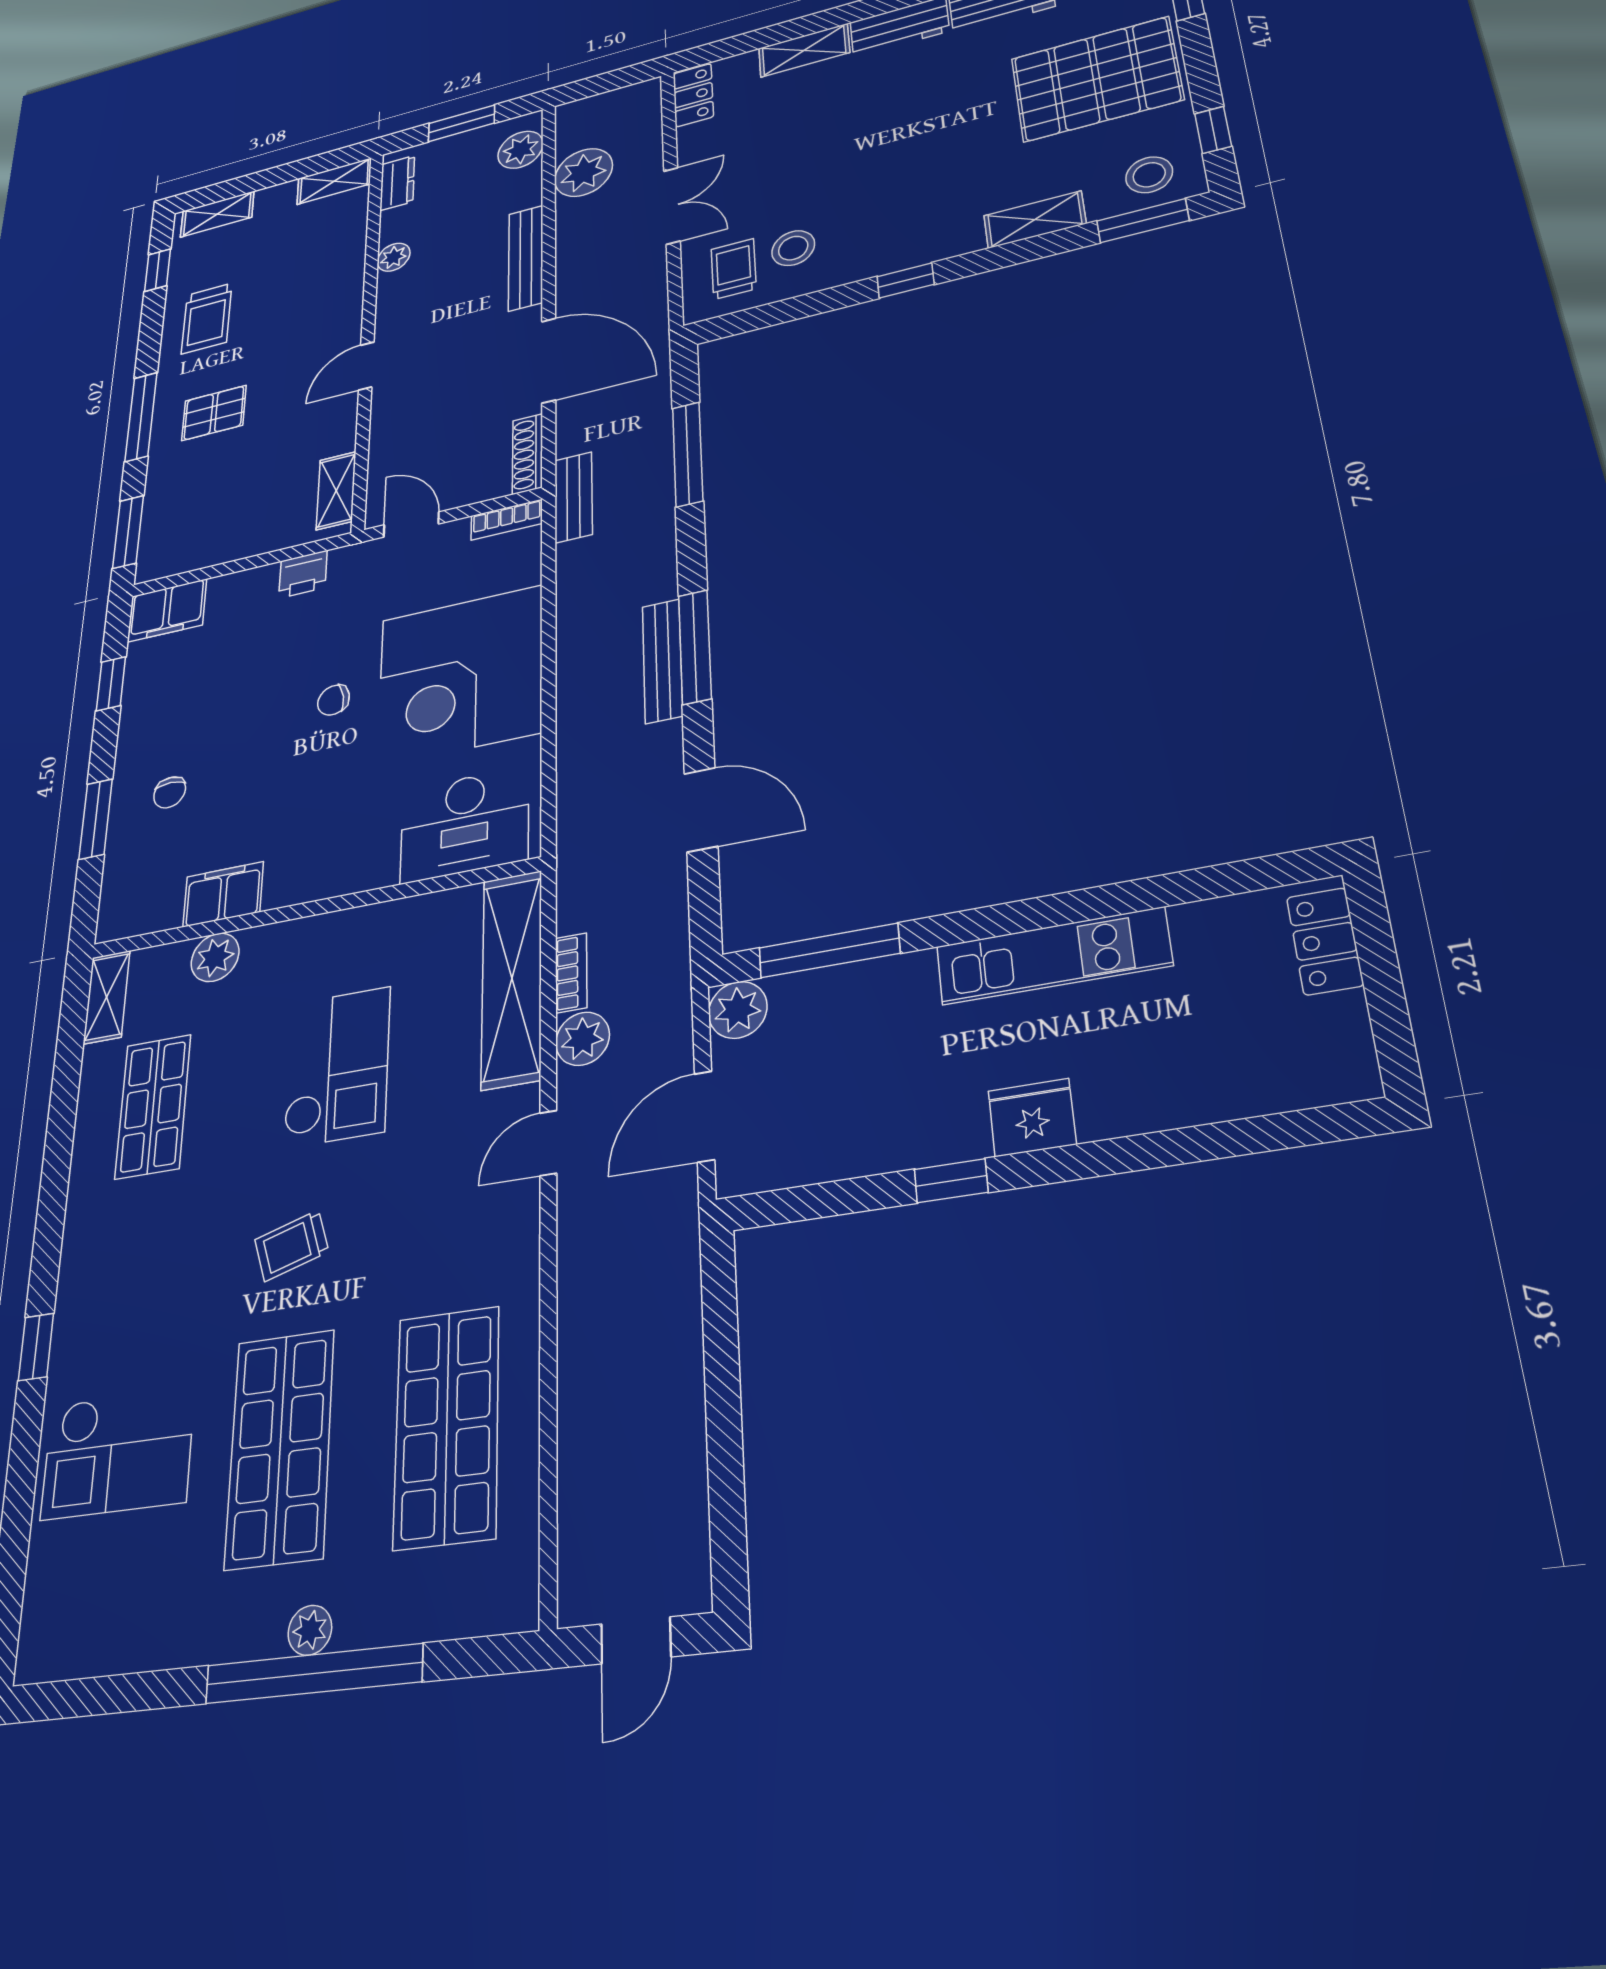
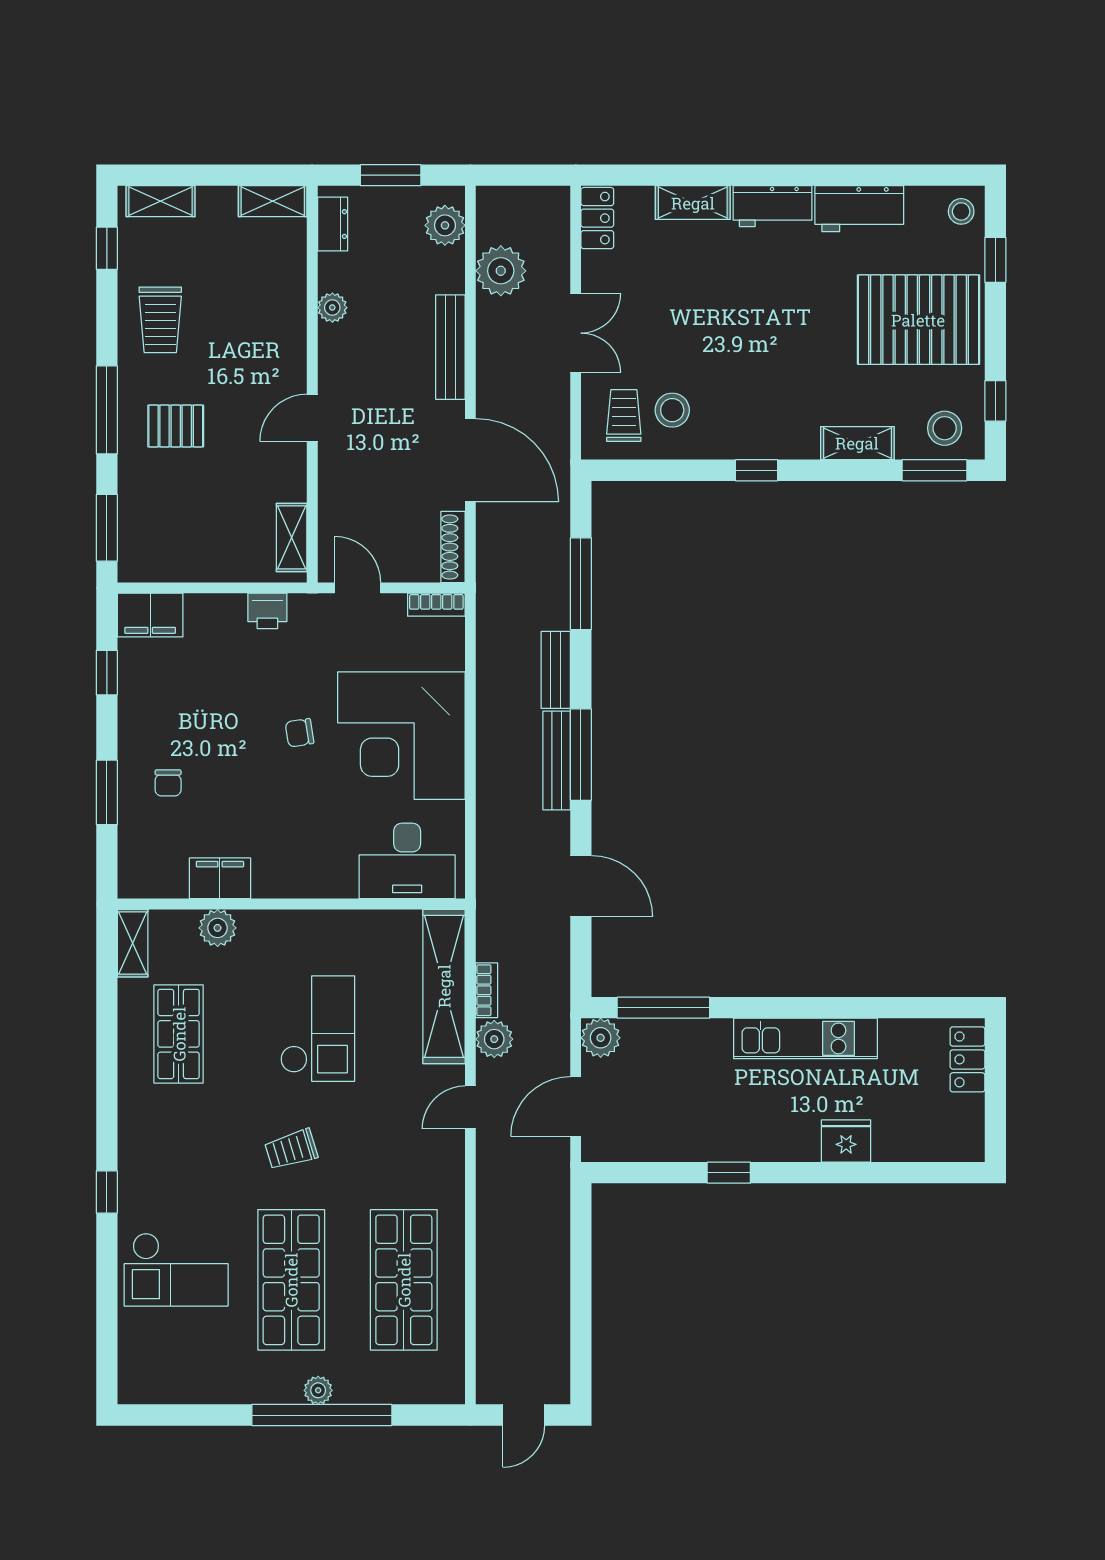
bench: (573, 497) -> (556, 670), moved
fridge: (1032, 1118) -> (846, 1141), moved

